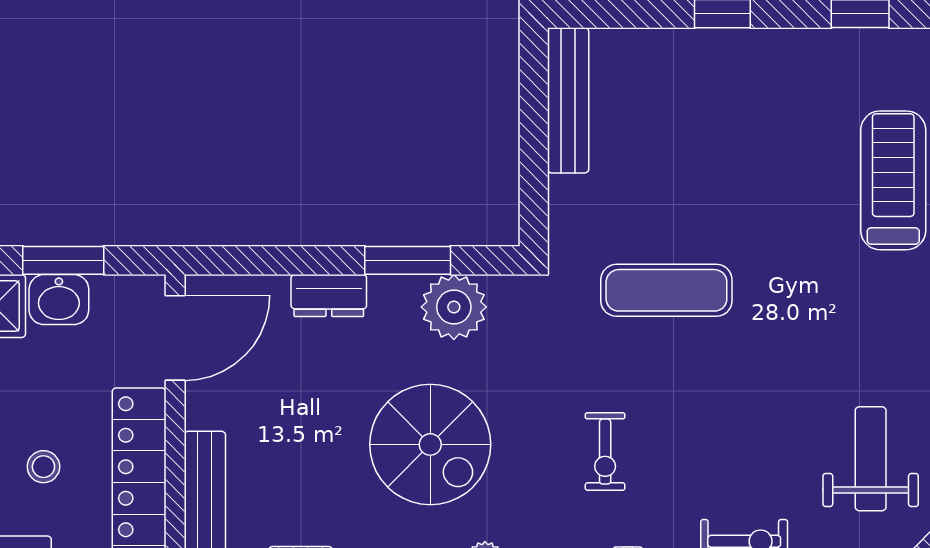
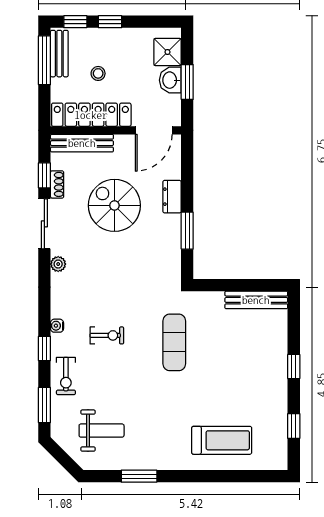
plant: (454, 307) -> (167, 251), removed
door: (175, 338) -> (154, 130), hinge flipped
spiral stairs: (430, 444) -> (114, 205), moved, turned 90
exercise bike: (605, 452) -> (107, 335), moved, turned 180

